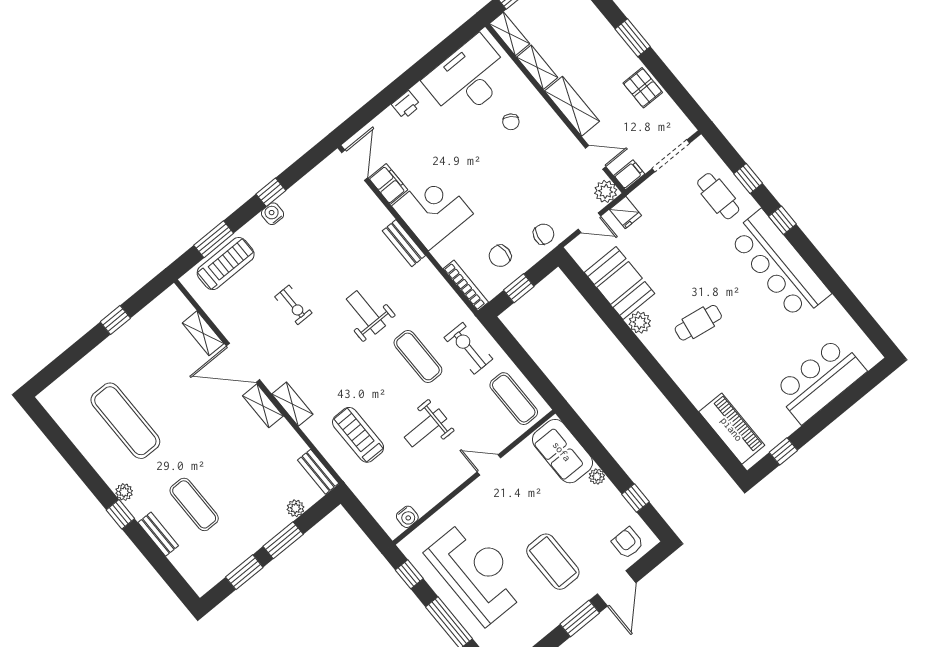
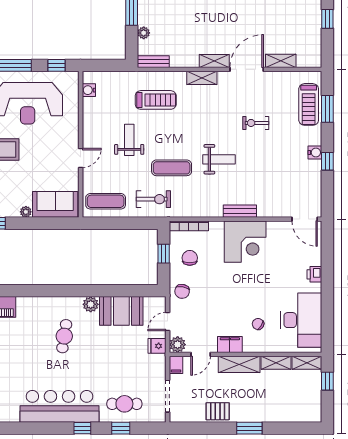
filing cabinet: (388, 184) -> (230, 344), moved, turned 180

